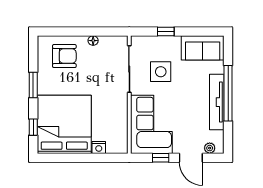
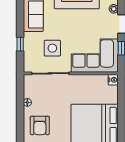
armchair: (64, 56) -> (40, 125), turned 180
nightstand: (99, 147) -> (113, 80), moved

